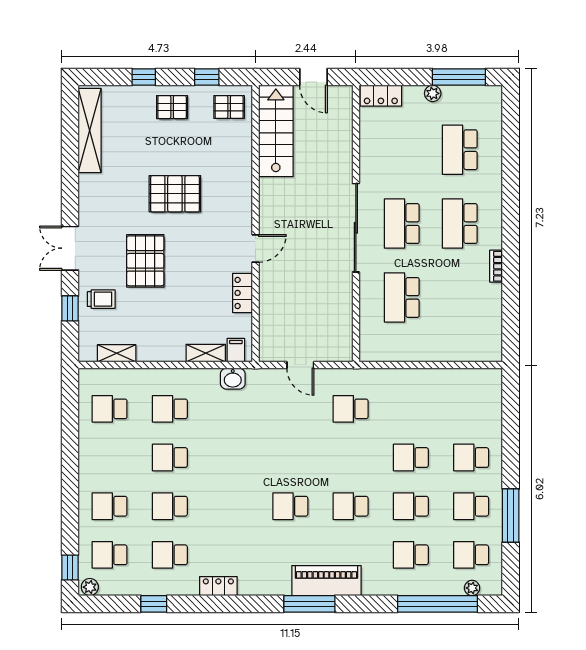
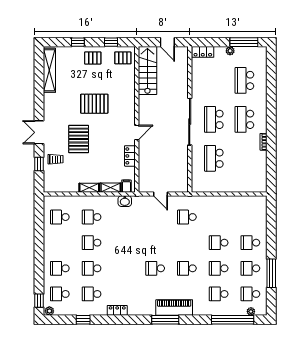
shelving: (117, 353) -> (89, 188), moved

